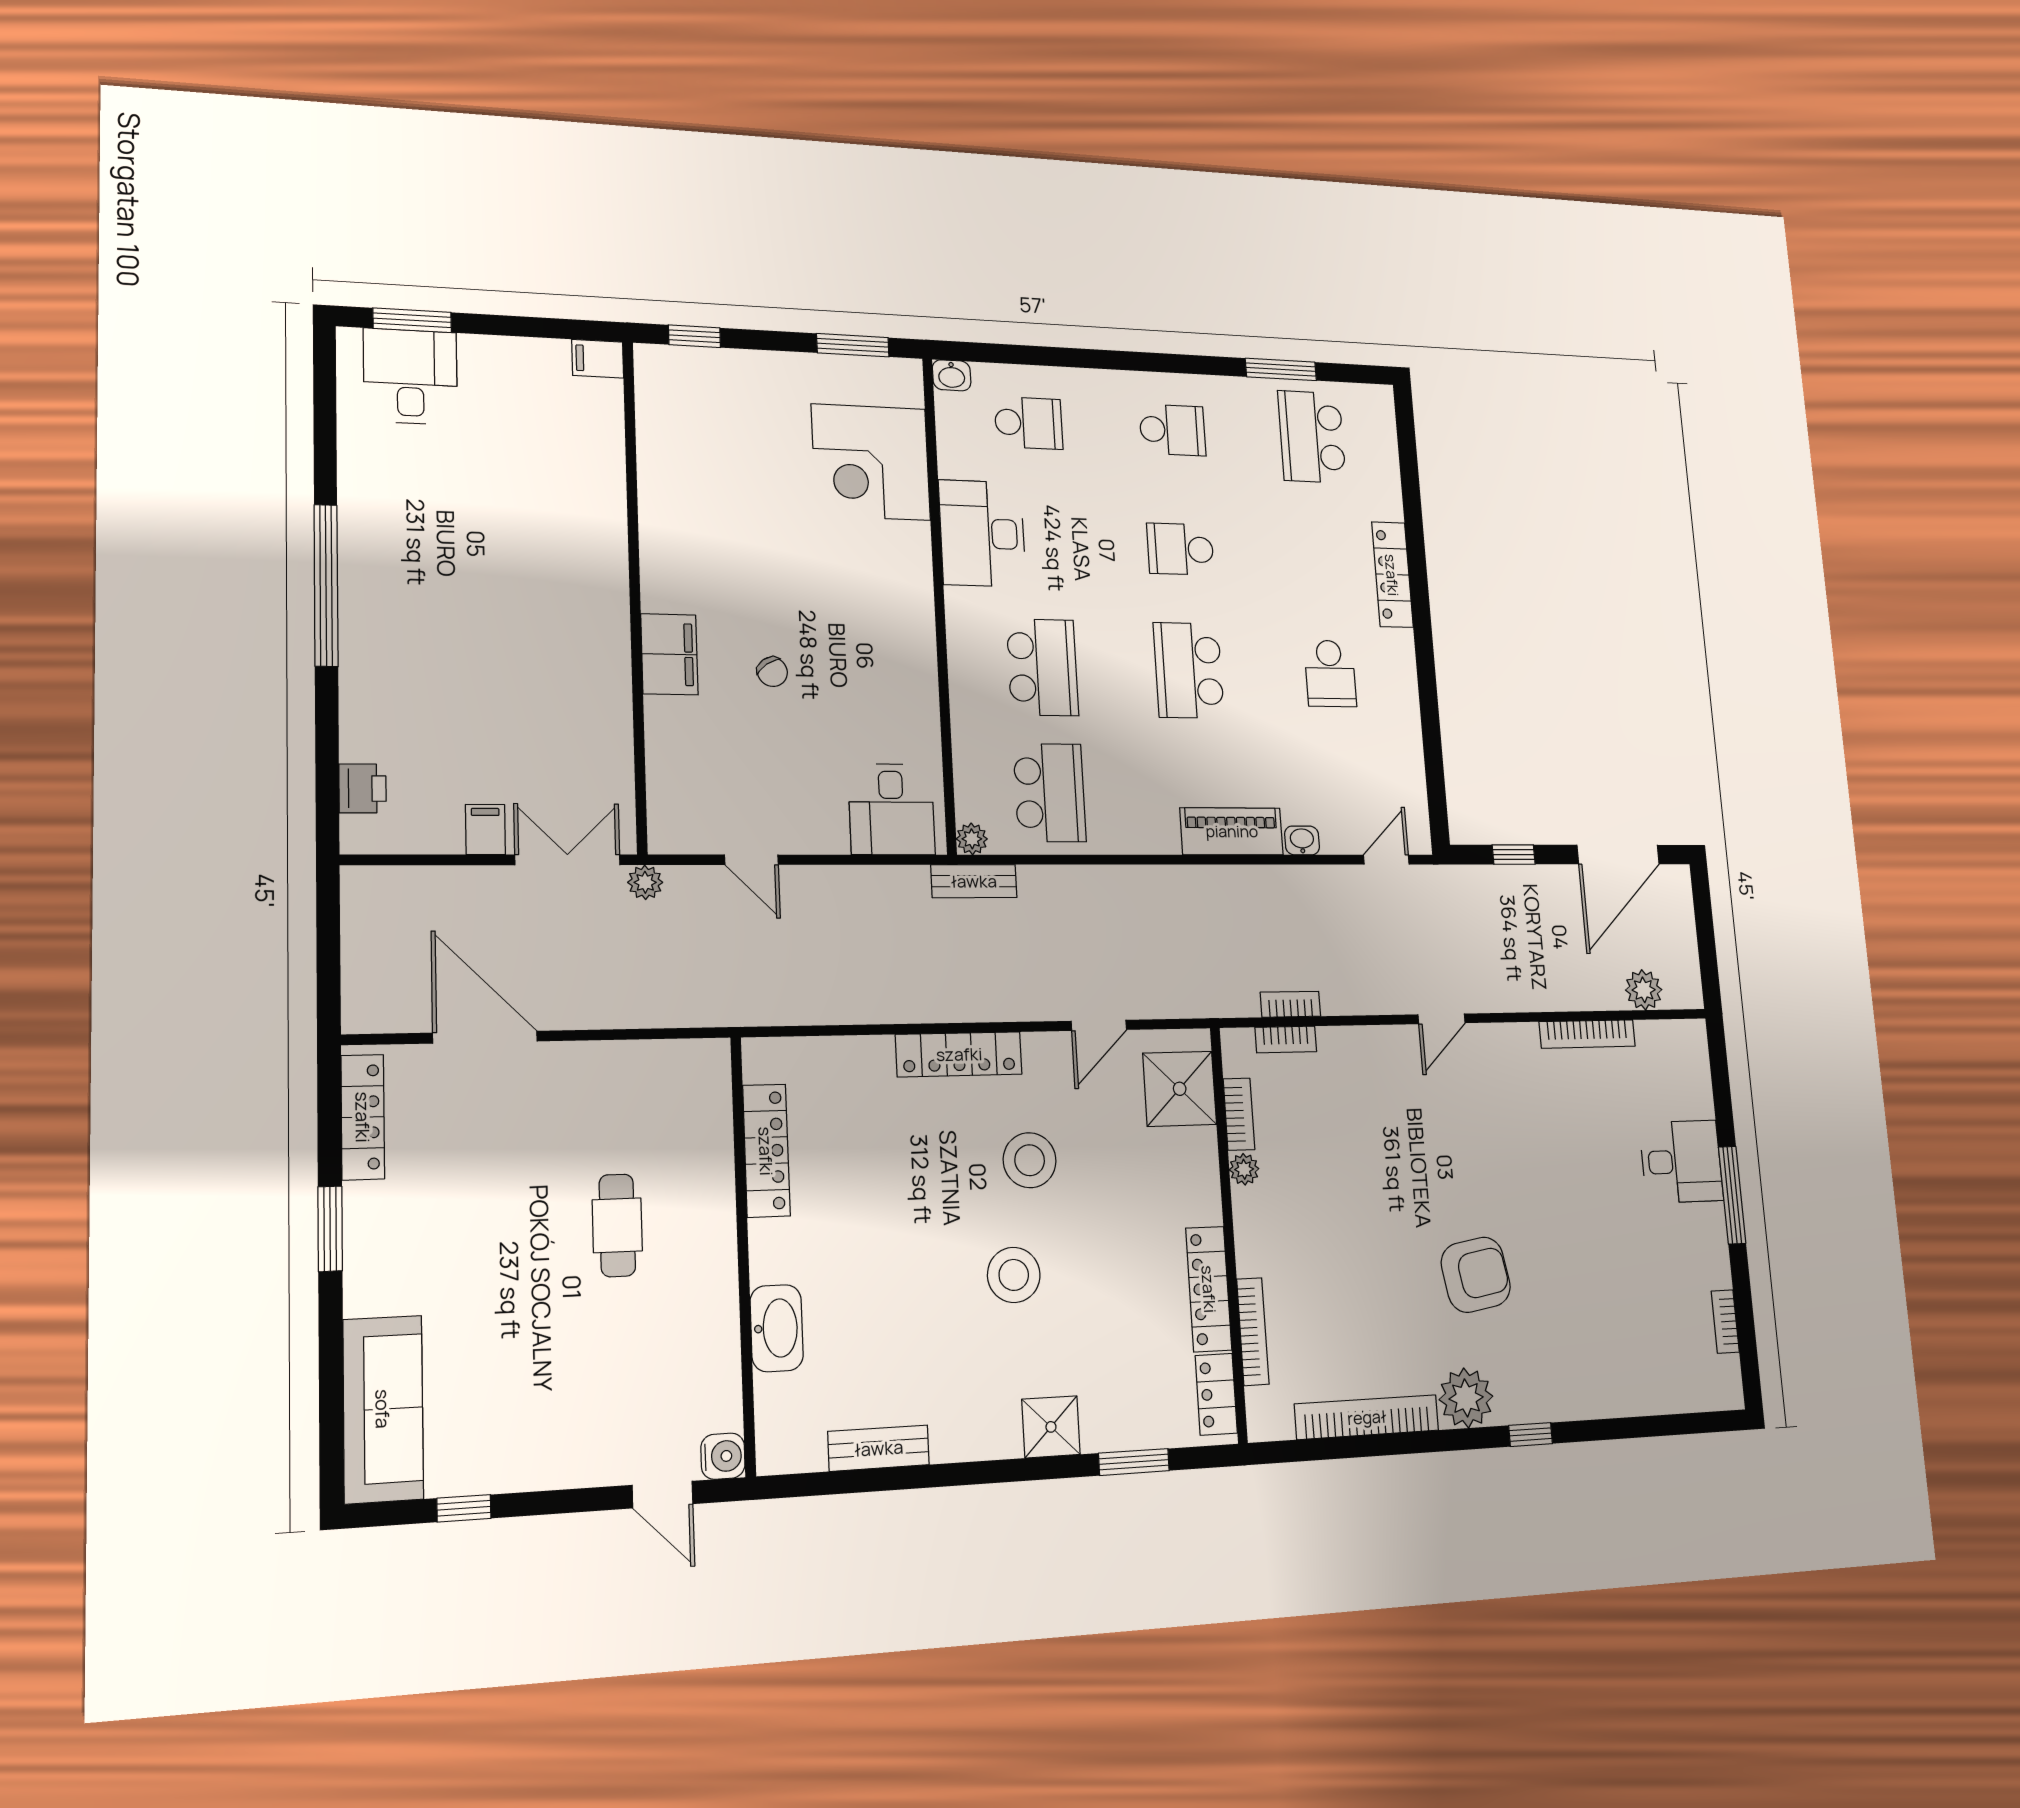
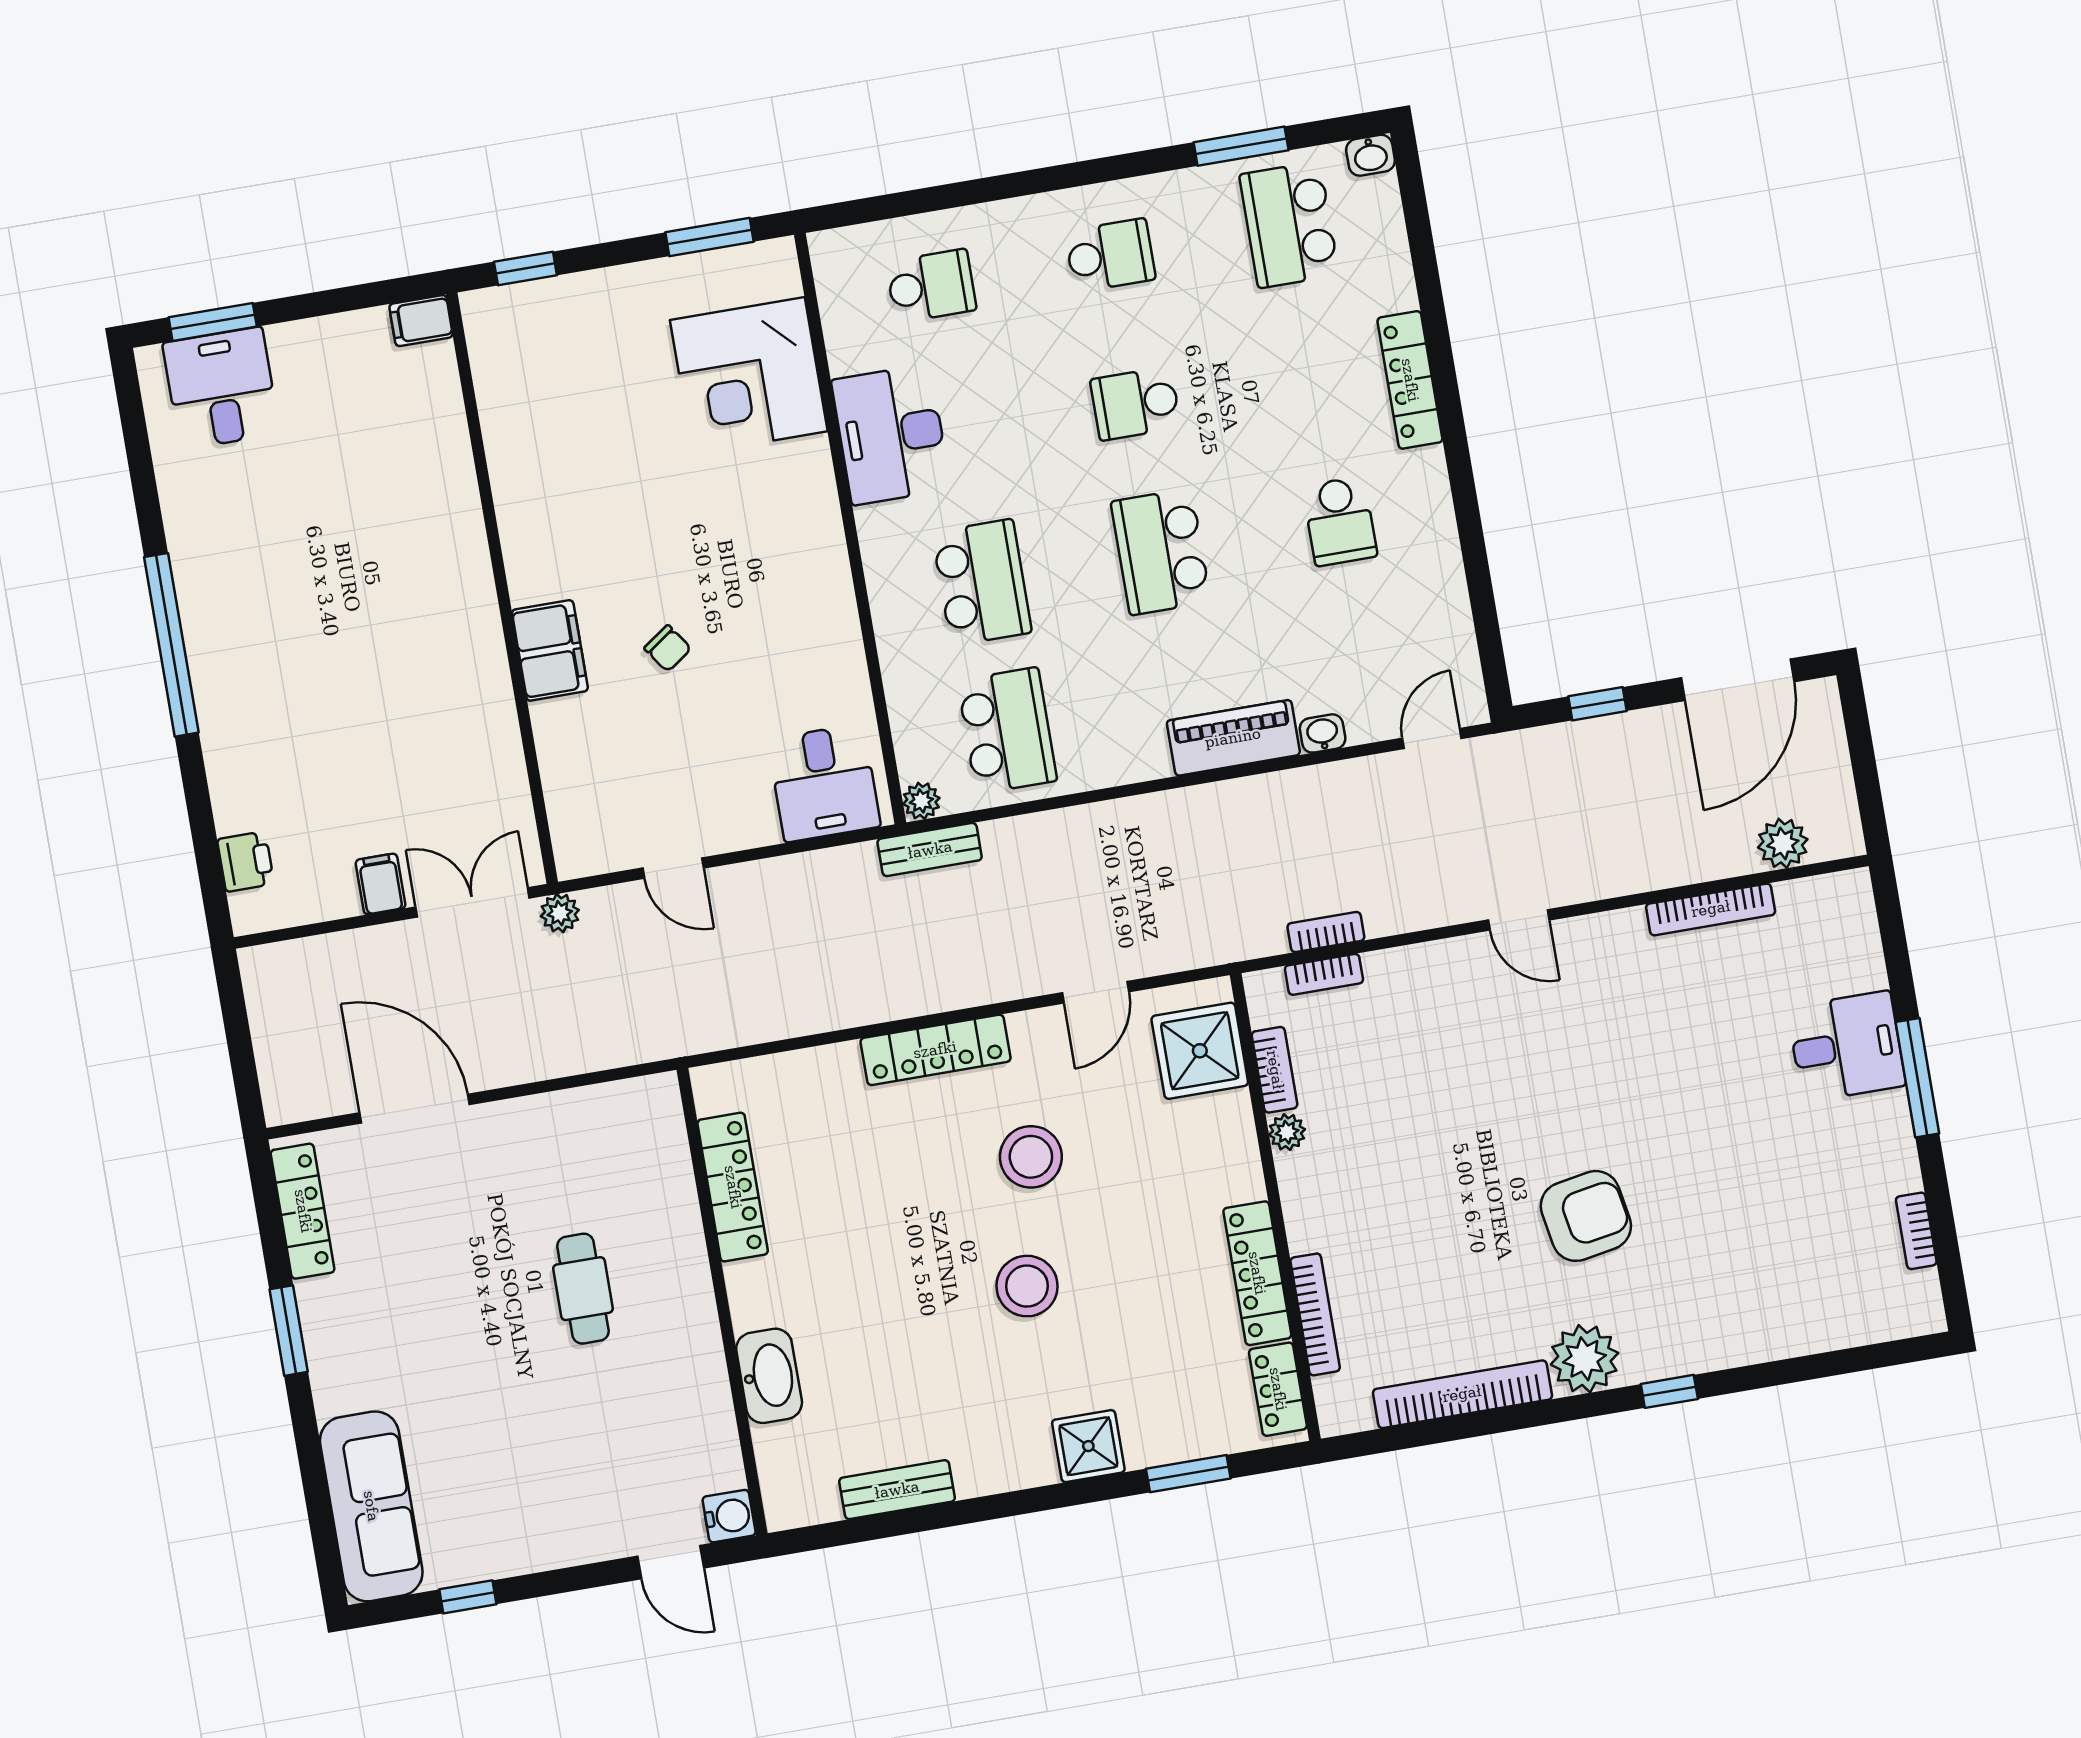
washbasin: (952, 375) -> (1371, 155), moved
door: (1442, 1019) -> (1519, 920), hinge flipped

